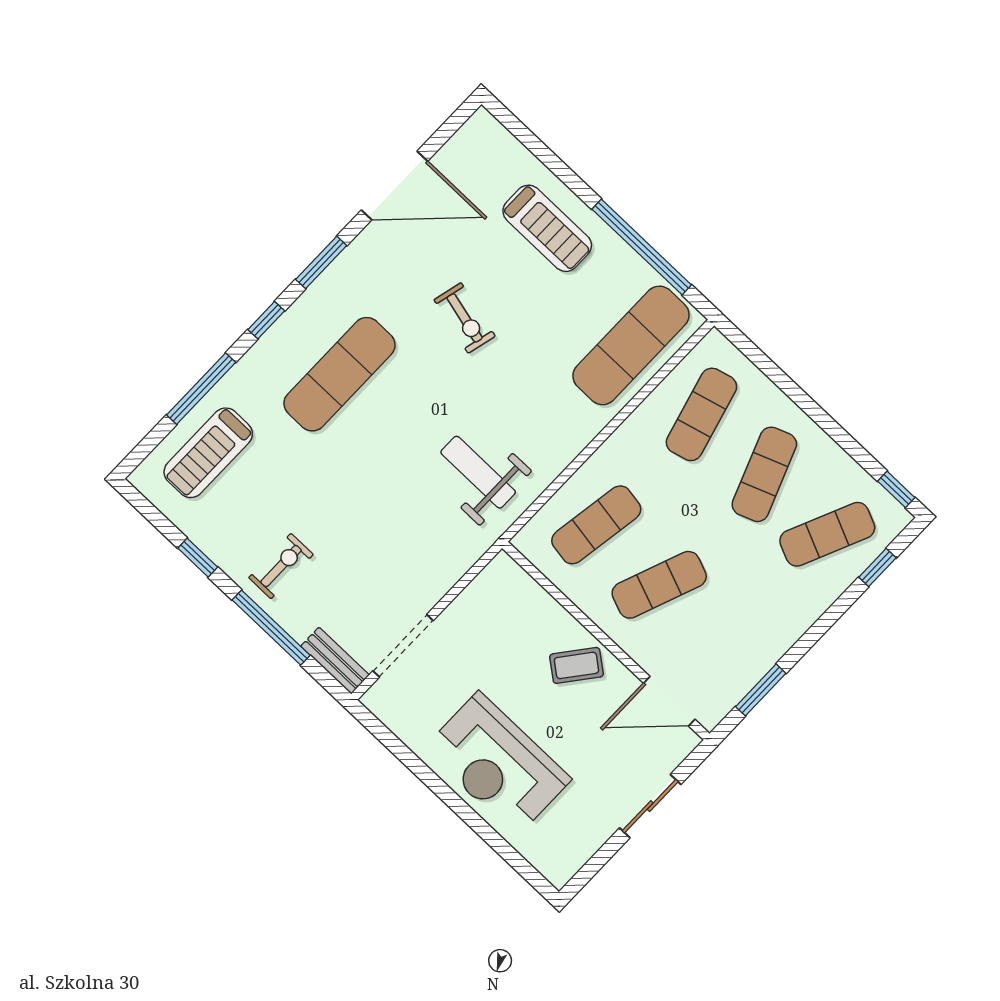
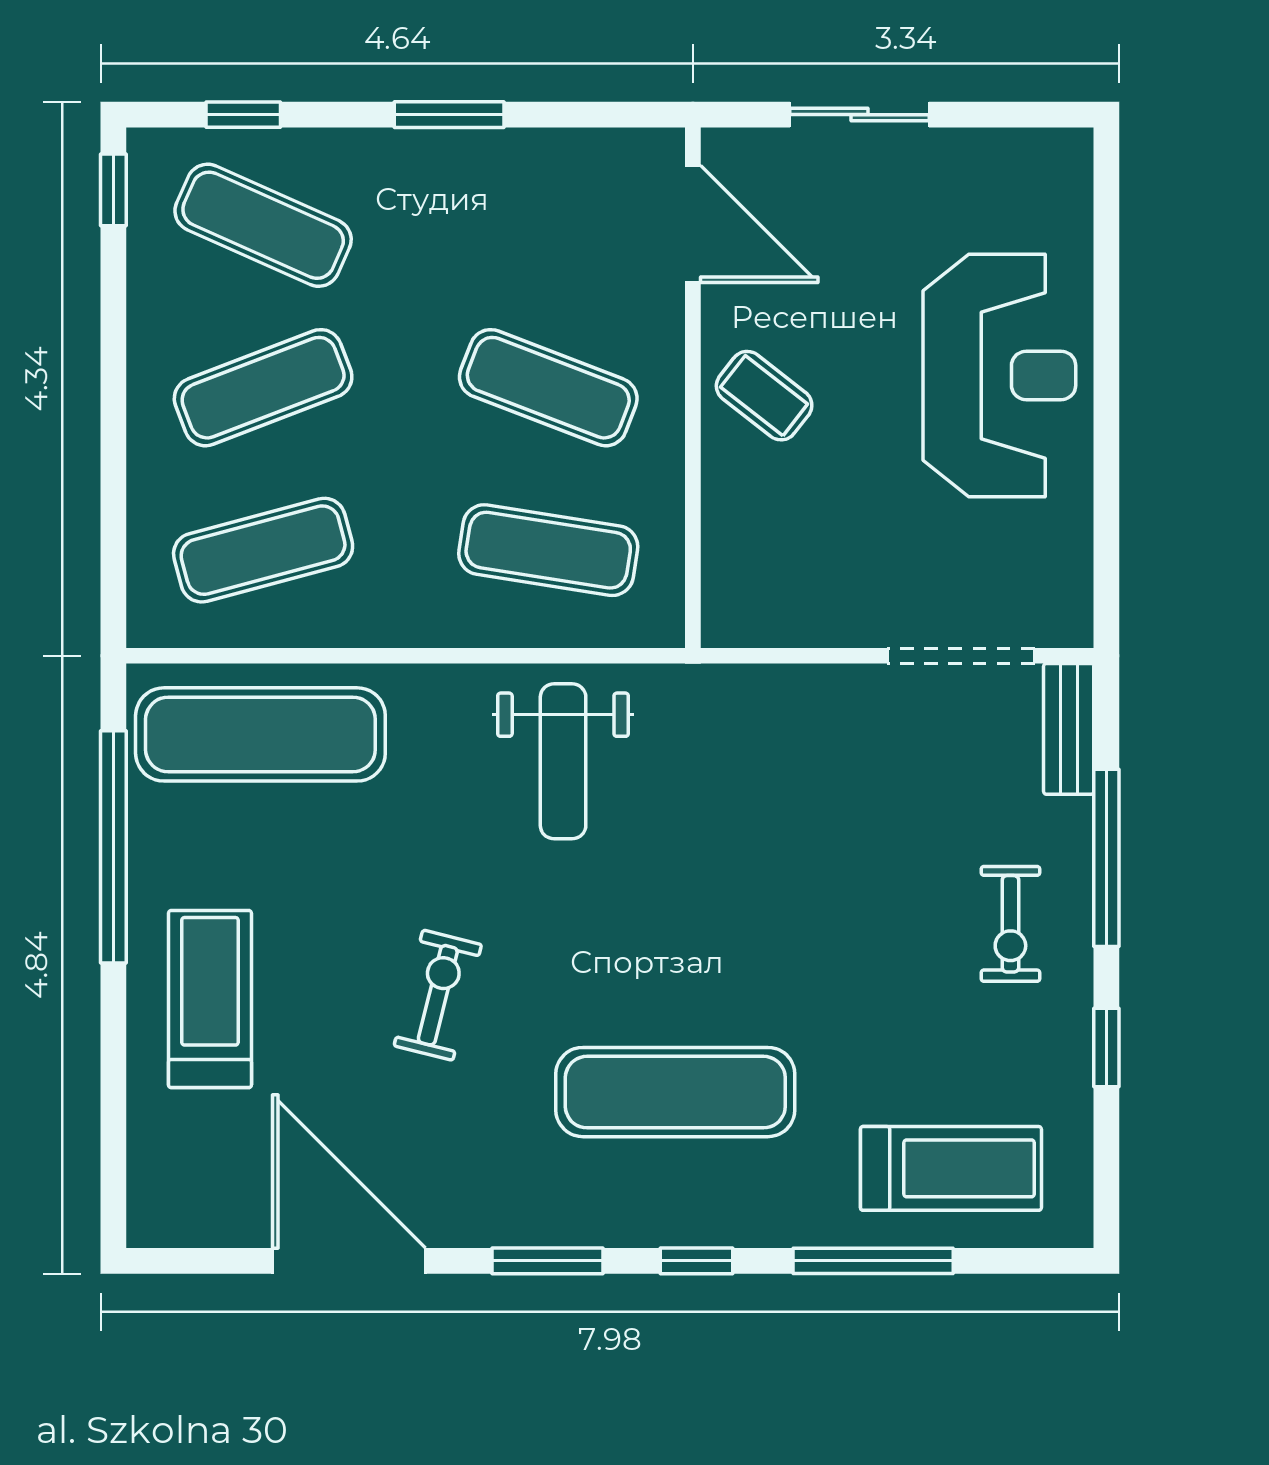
weight bench: (478, 472) -> (563, 761), moved
exercise bike: (281, 566) -> (1010, 924), turned -90
window: (761, 690) -> (449, 115), moved

